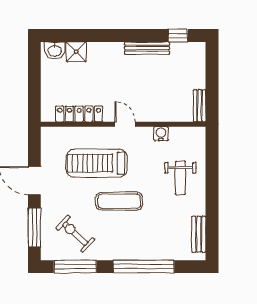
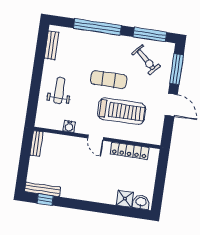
bench: (147, 48) -> (43, 189), moved

